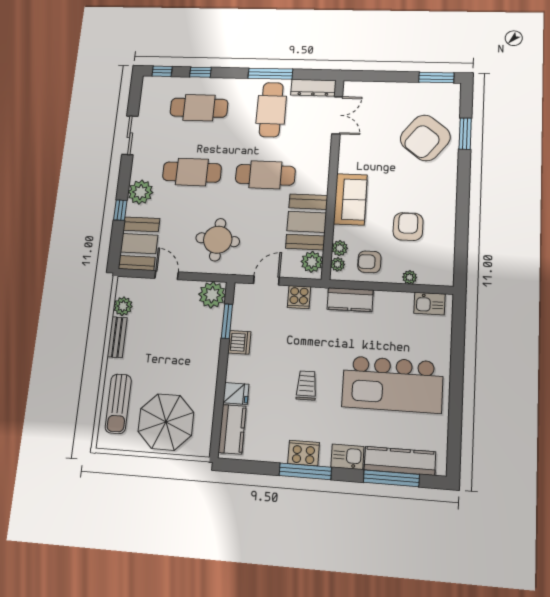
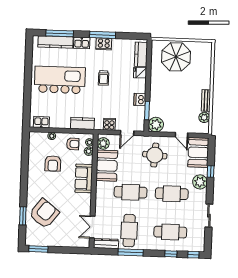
sun lounger: (118, 404) -> (202, 65), removed

